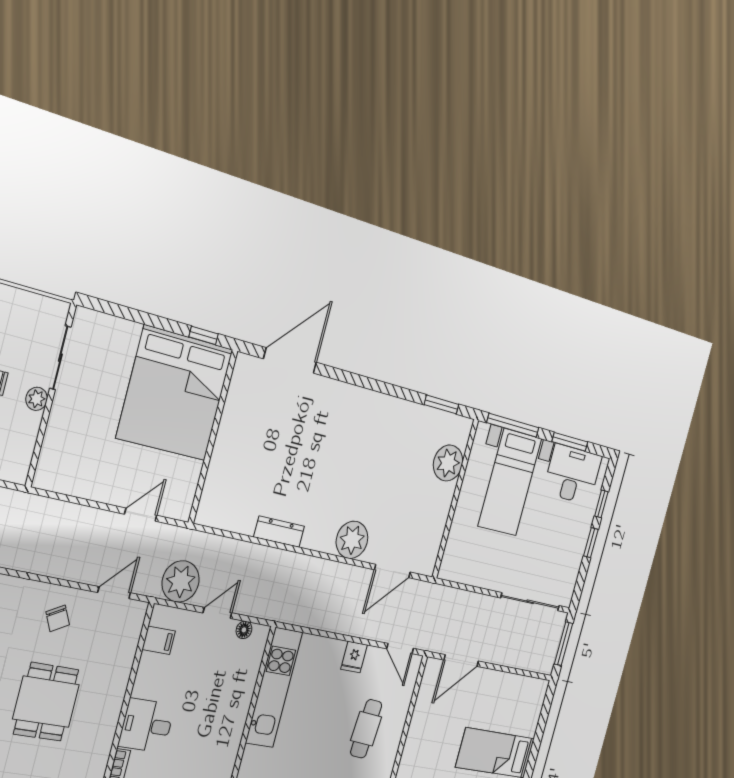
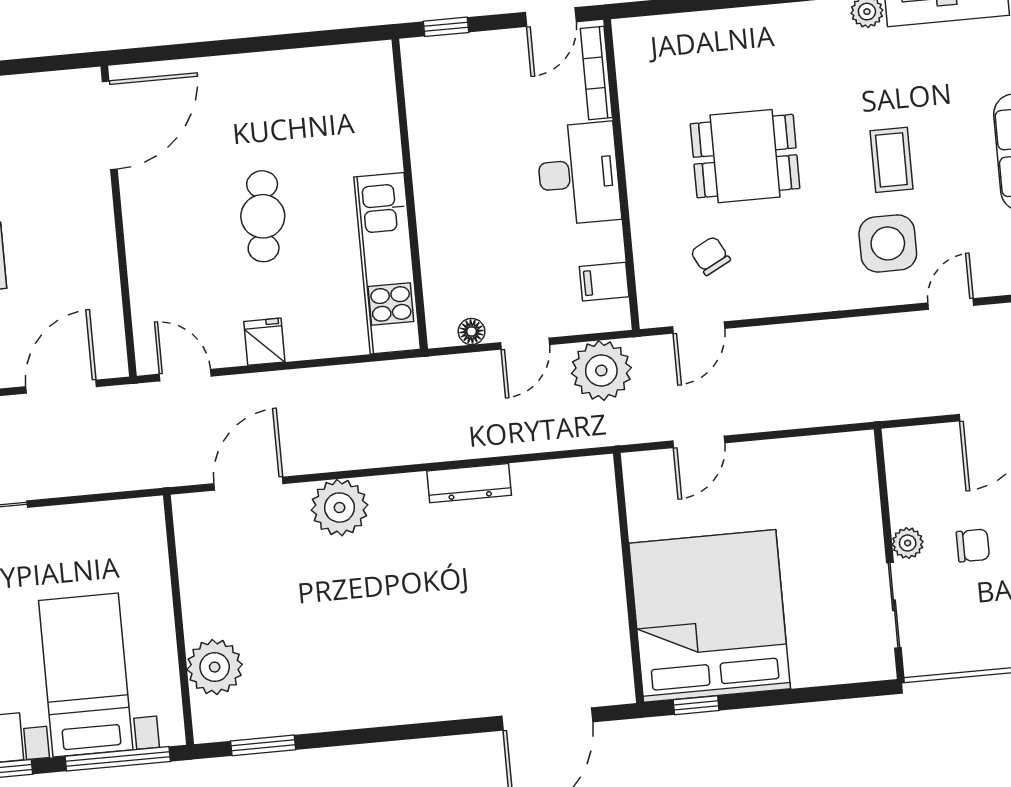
chair: (58, 618) -> (710, 256), moved
dining table: (46, 702) -> (745, 156), turned 90
desk: (147, 725) -> (578, 174), width x1.37
cafe table: (366, 729) -> (263, 216), moved

